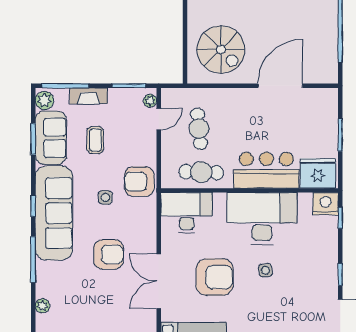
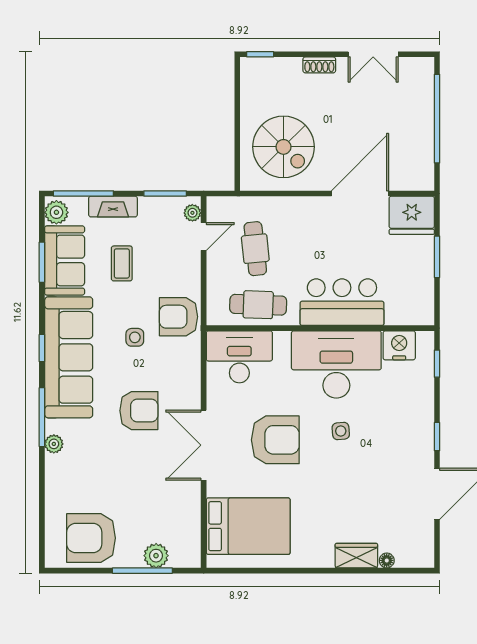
fridge: (318, 173) -> (412, 215), moved, turned 180
nightstand: (326, 204) -> (399, 345), moved
plant: (42, 306) -> (54, 444), moved

